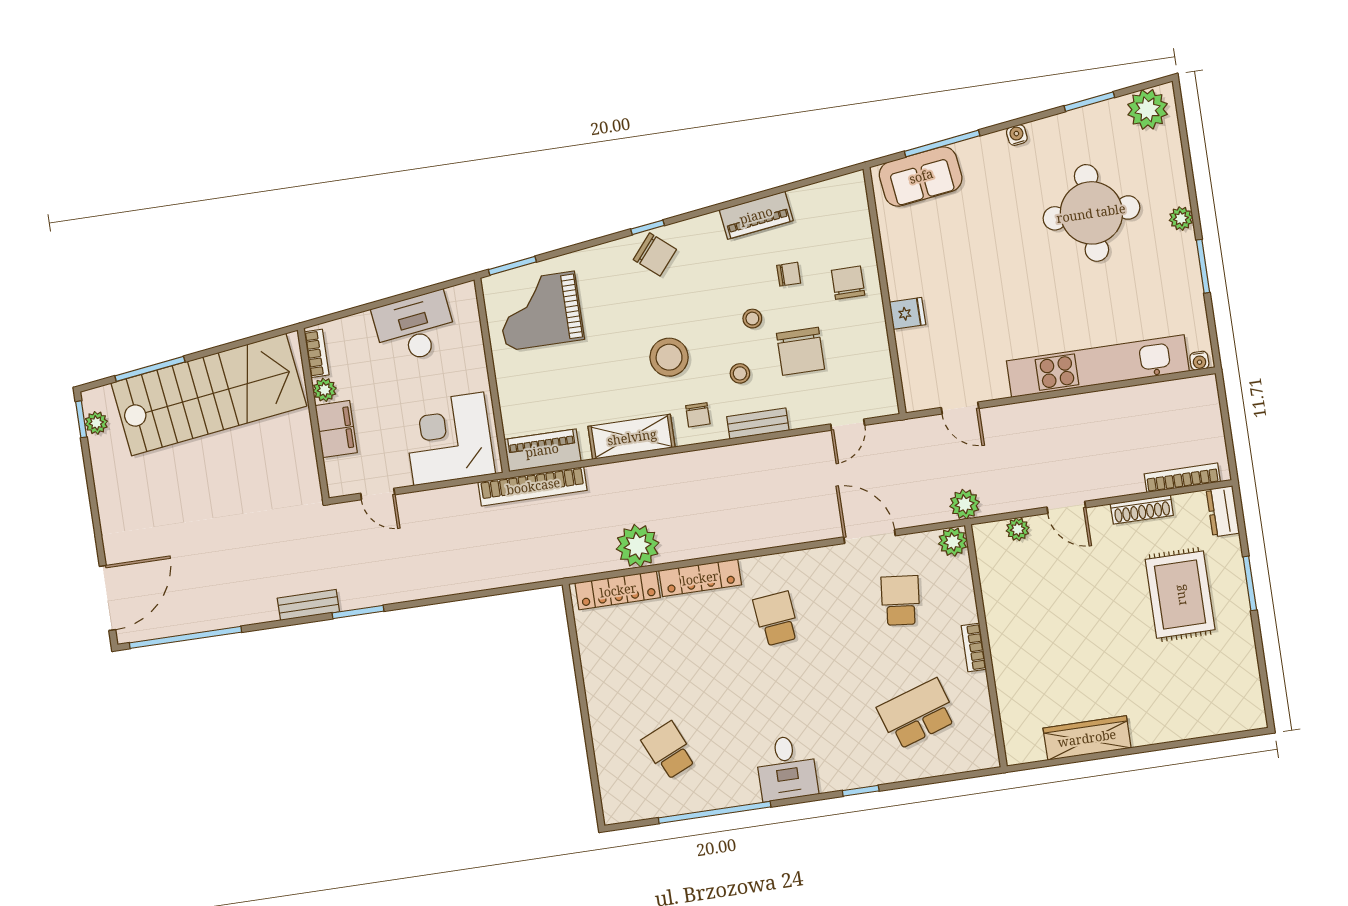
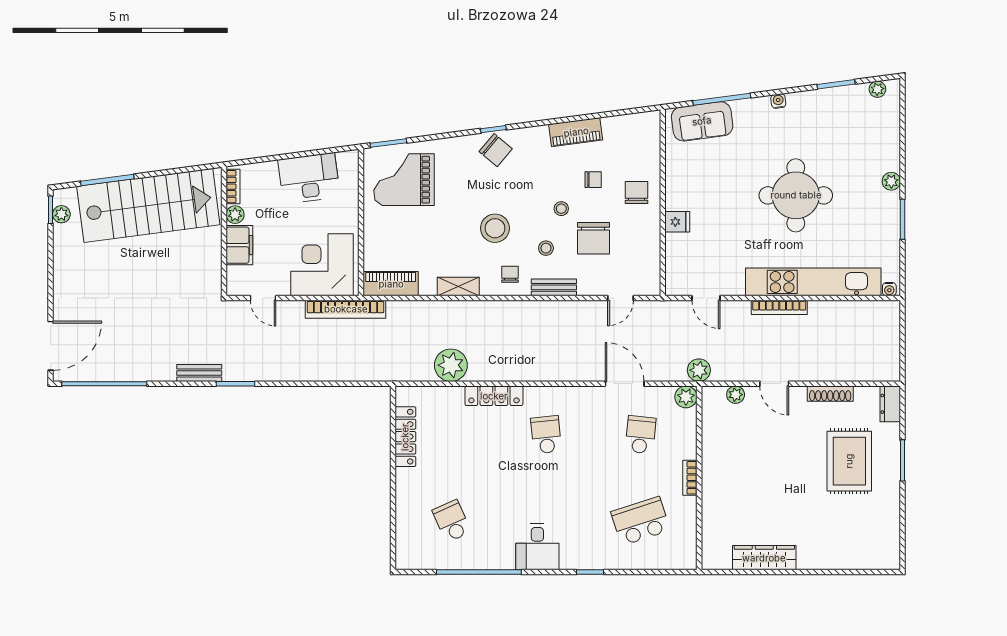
plant: (1148, 109) -> (877, 89), width x0.53, depth x0.53
round table: (1091, 213) -> (796, 195), moved
chair: (698, 415) -> (510, 274), turned 180
shelving: (632, 437) -> (458, 287), width x0.67, depth x0.75
bookcase: (1182, 478) -> (779, 307), moved, turned 180
bookcase: (533, 486) -> (346, 309), moved
locker: (618, 590) -> (405, 437), moved, turned -90

